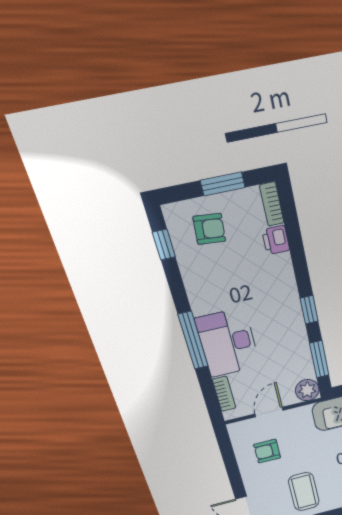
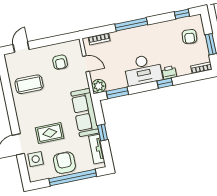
printer: (276, 240) -> (169, 72), moved
window: (309, 310) -> (165, 83), moved
desk: (228, 343) -> (143, 70), moved, turned 180
armchair: (267, 451) -> (60, 62), turned 180

